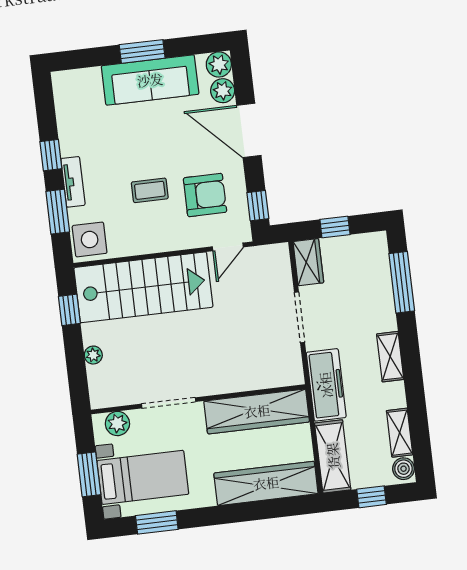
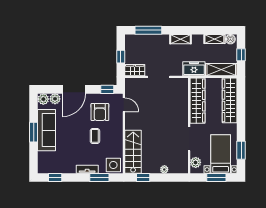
window: (51, 155) -> (55, 178), moved
armchair: (205, 195) -> (100, 112), turned 180
stairs: (143, 287) -> (133, 152), width x0.73, depth x0.66
freezer: (326, 385) -> (194, 69), width x0.71

